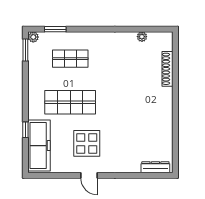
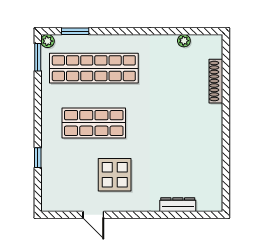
shop shelf: (70, 59) -> (94, 68), width x2.00, depth x1.36
freezer: (39, 146) -> (55, 177), removed
dresser: (155, 167) -> (178, 205), moved
door: (89, 175) -> (93, 215), moved

